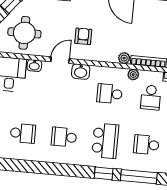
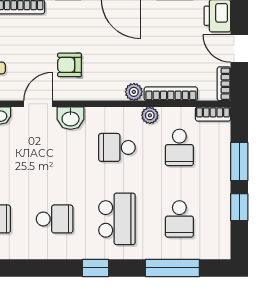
armchair: (83, 36) -> (70, 65), turned -90
school desk: (64, 137) -> (55, 219), turned 180
school desk: (146, 145) -> (179, 219), turned -90
window: (104, 173) -> (96, 268), moved

